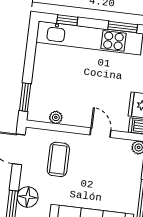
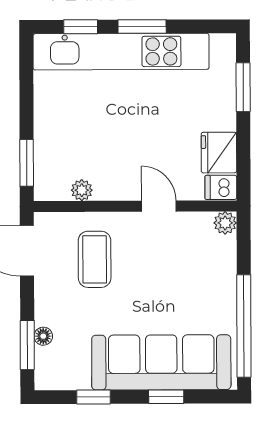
window: (123, 27) -> (142, 26), moved
floor lamp: (28, 197) -> (43, 336), width x0.53, depth x0.53

